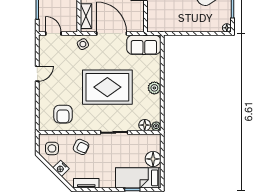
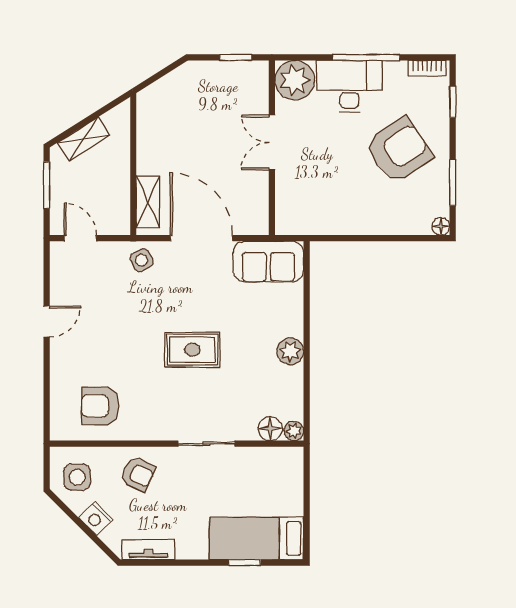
rug: (107, 87) -> (192, 350), width x0.54, depth x0.49
armchair: (63, 114) -> (100, 406), turned 90
floor lamp: (153, 159) -> (288, 499), removed

